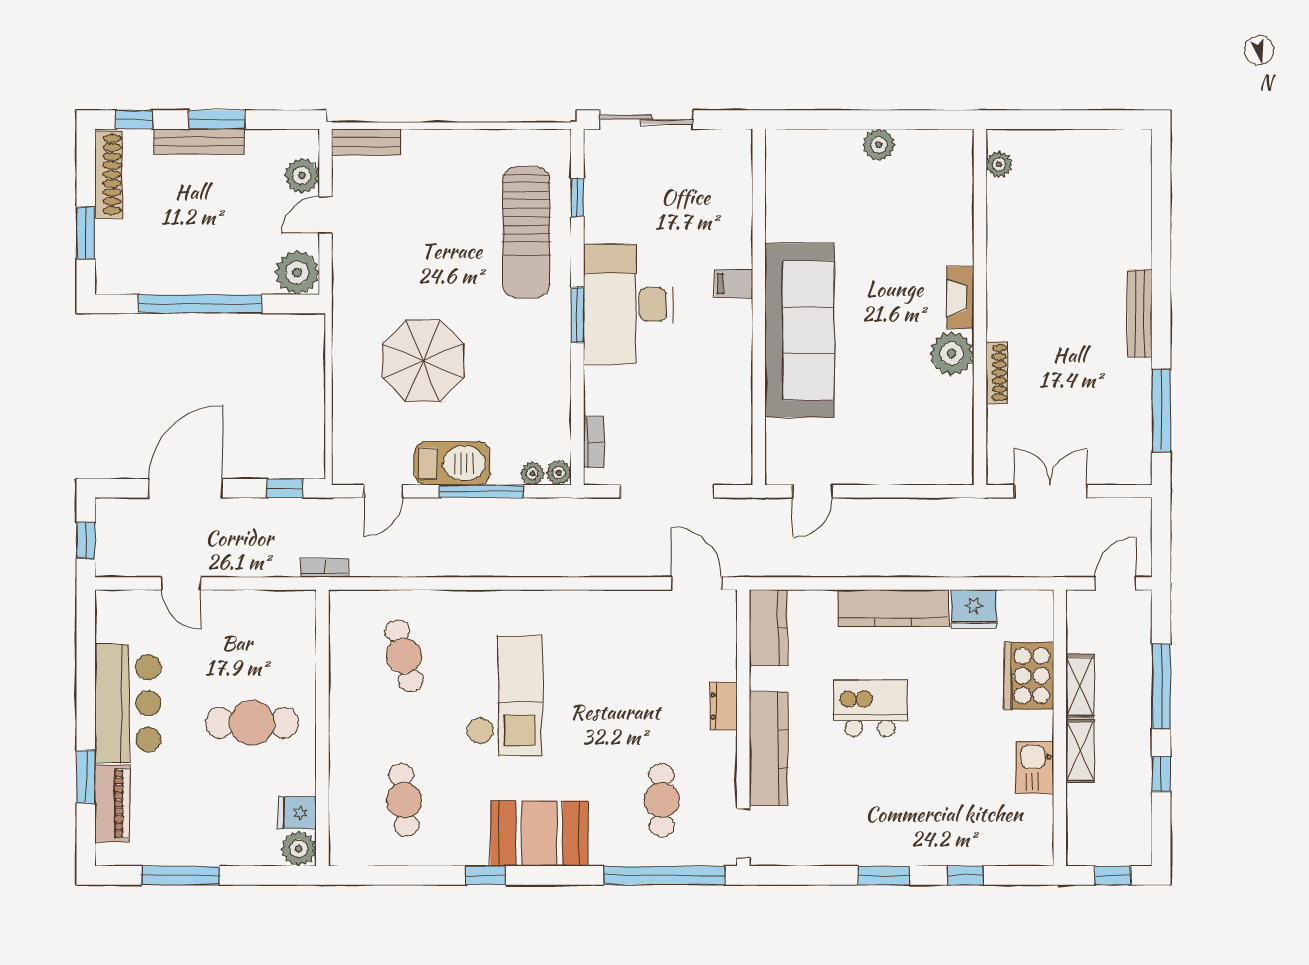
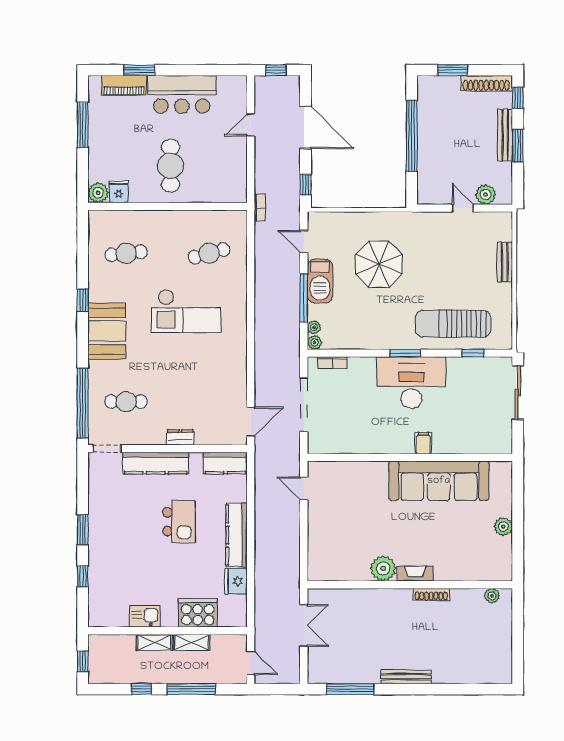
bench: (366, 142) -> (505, 262), moved
plant: (297, 272) -> (430, 192), removed
sofa: (799, 330) -> (439, 481), moved
shoe rack: (997, 373) -> (431, 594), moved

